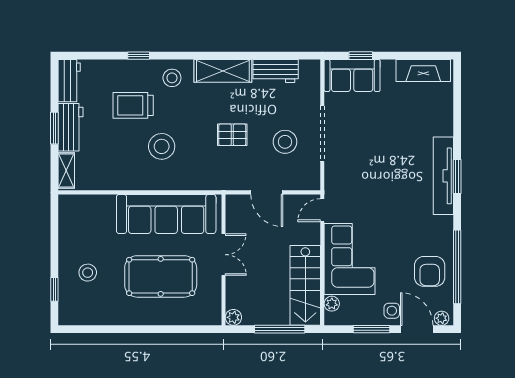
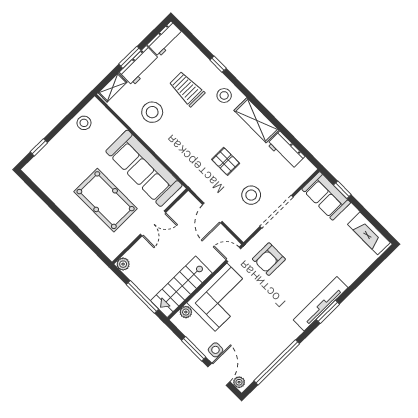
stool: (162, 146) -> (152, 112), moved
armchair: (430, 271) -> (269, 259), moved
stool: (88, 273) -> (84, 123), moved

